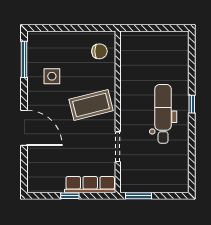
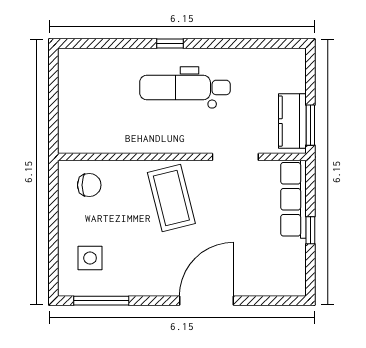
chair: (99, 51) -> (89, 185), turned 90
side table: (52, 76) -> (90, 258), moved
kitchen counter: (141, 184) -> (292, 121), added

